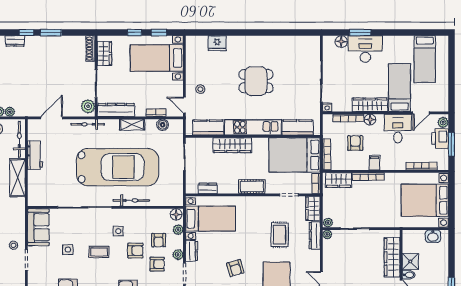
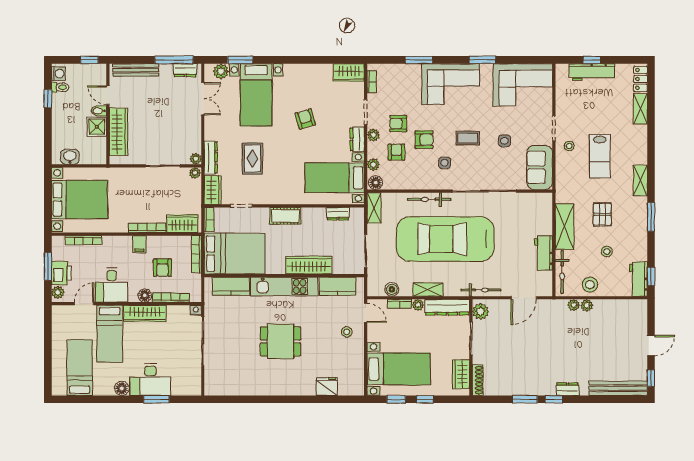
floor lamp: (341, 42) -> (122, 388), moved
plant: (141, 112) -> (418, 305), added
shelving: (177, 193) -> (374, 208), added
armchair: (135, 251) -> (424, 140), turned 180

